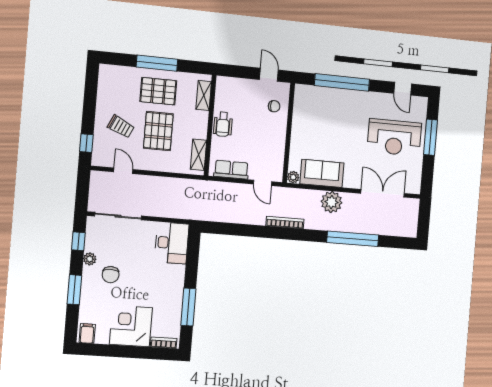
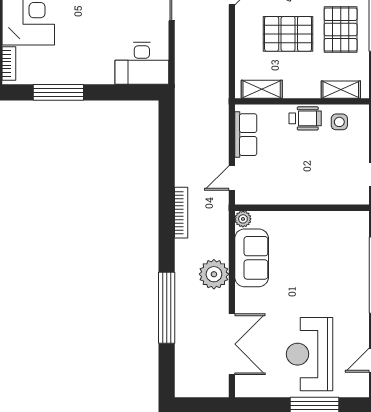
side table: (228, 99) -> (339, 122), added
chair: (274, 106) -> (336, 185), removed
wheelchair: (223, 124) -> (305, 118), turned 180

